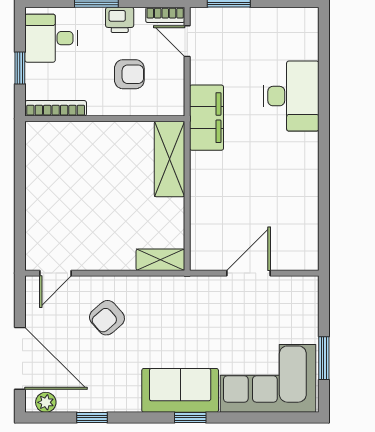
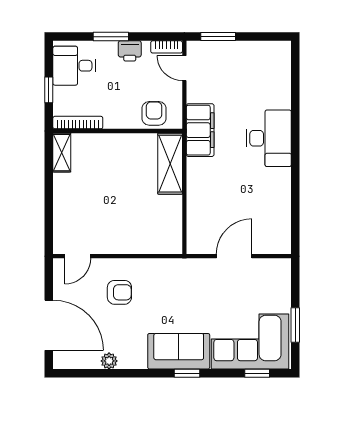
armchair: (129, 74) -> (154, 113), moved, turned -90
desk: (291, 96) -> (269, 138), moved
shelving: (160, 260) -> (62, 153), moved, turned 90
armchair: (107, 318) -> (119, 292), turned -139
plant: (46, 402) -> (109, 361), moved
window: (92, 418) -> (257, 373), moved

